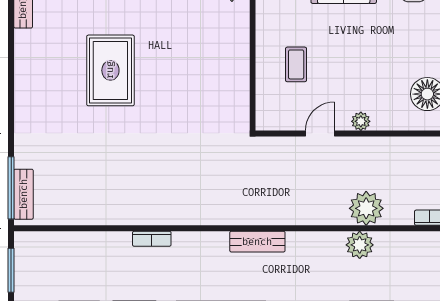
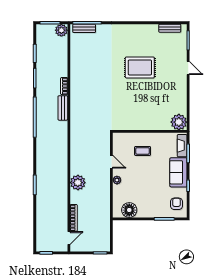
bench: (257, 242) -> (63, 108), moved
plant: (360, 245) -> (61, 30), moved

